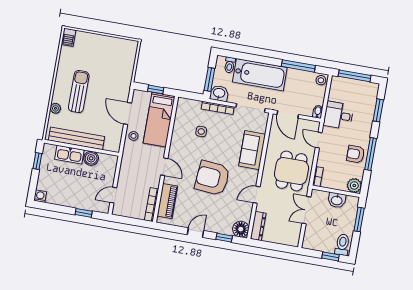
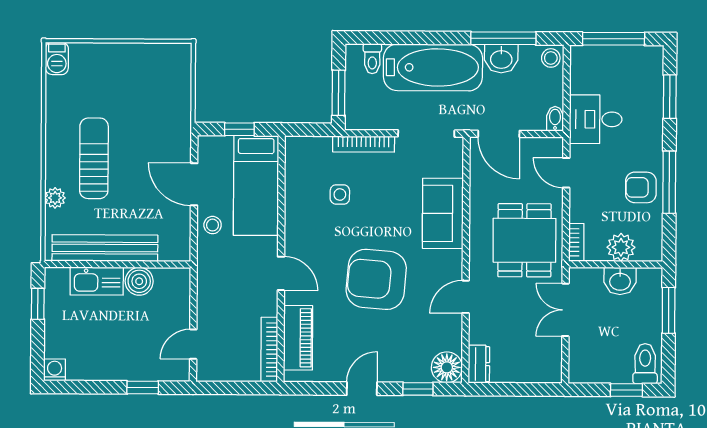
washbasin: (219, 93) -> (501, 59), moved, turned 180
plant: (354, 185) -> (621, 247), moved
dresser: (258, 226) -> (479, 364), width x0.70

